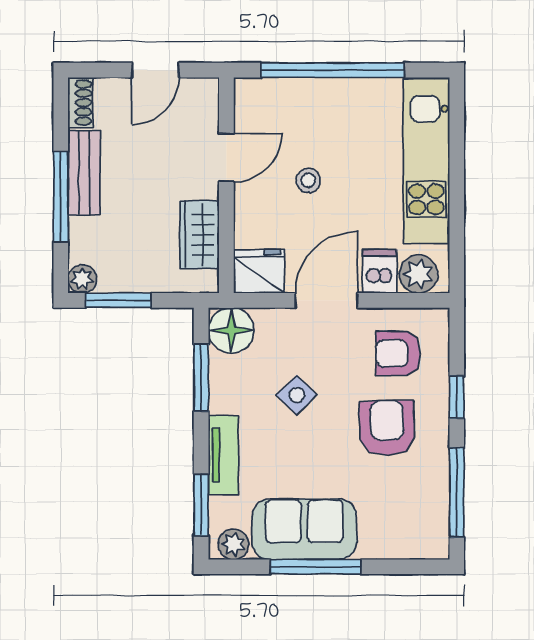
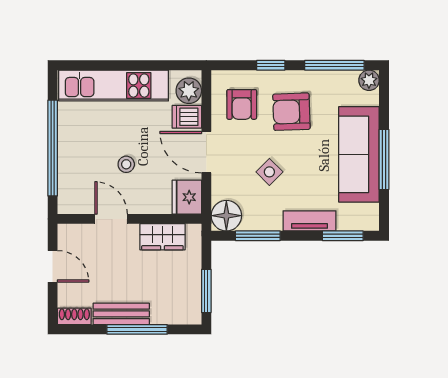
plant: (82, 279) -> (192, 315), removed
sofa: (304, 529) -> (359, 154), width x1.36
plant: (233, 544) -> (369, 80), moved

